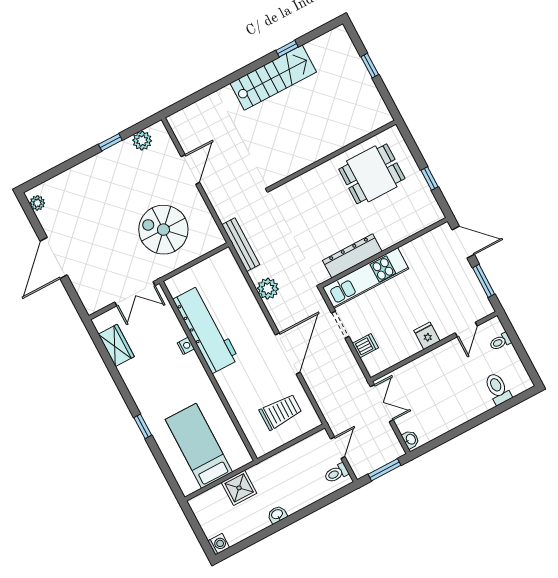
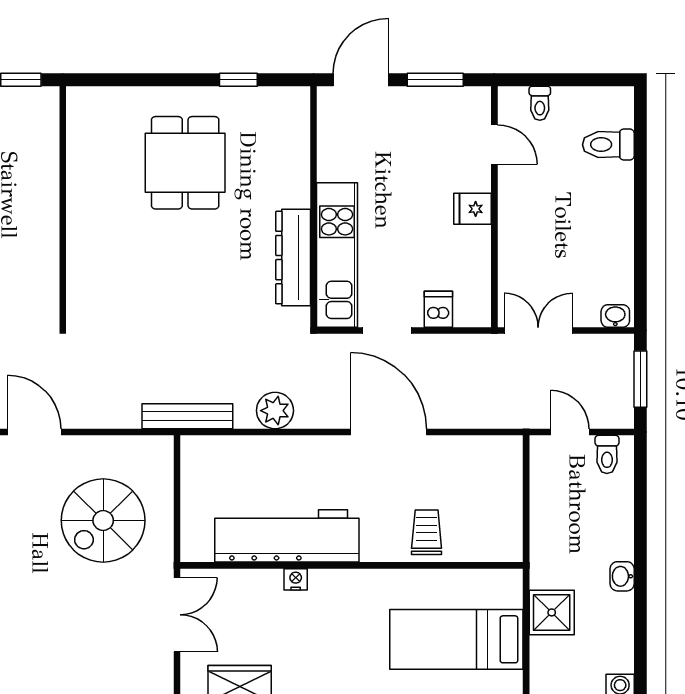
wall: (333, 155) -> (63, 207), moved
trolley: (281, 412) -> (427, 532), moved, width x0.73, depth x0.72

